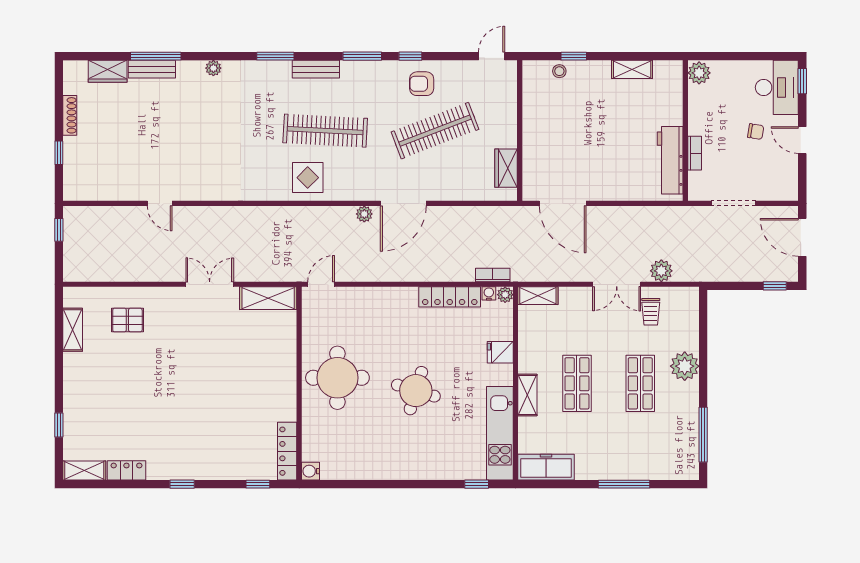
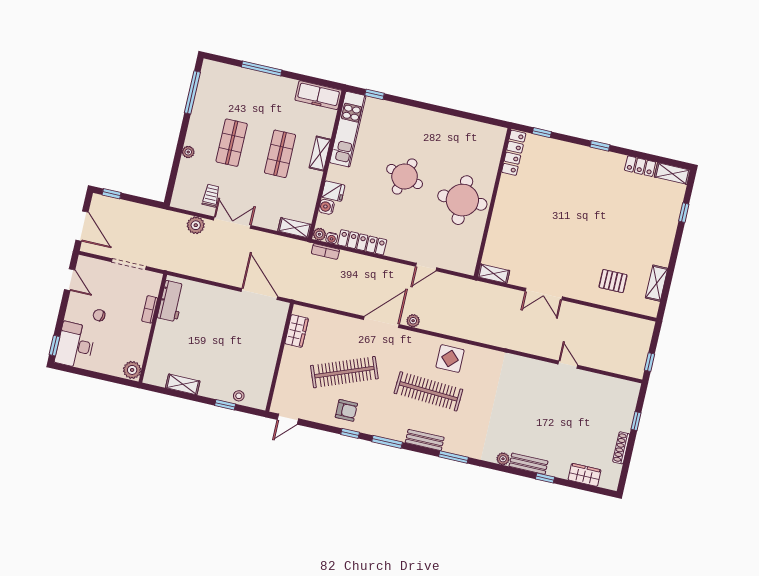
window: (156, 56) -> (545, 478), width x0.46
bench: (152, 69) -> (528, 464), moved
door: (802, 140) -> (70, 280), moved
workbench: (670, 160) -> (171, 301), width x0.73
door: (321, 284) -> (426, 267), moved
shelving: (268, 298) -> (494, 274), width x0.67, depth x0.75
plant: (685, 366) -> (188, 152), width x0.53, depth x0.53
water cooler: (311, 471) -> (326, 207), moved, turned 180

